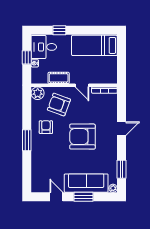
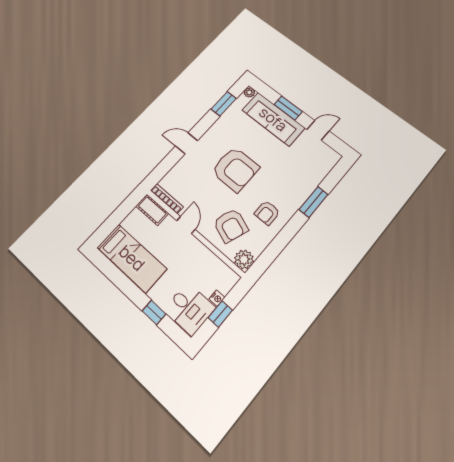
cot: (59, 78) -> (152, 210), moved
window: (27, 140) -> (313, 202), moved
door: (56, 197) -> (318, 130), swing flipped

